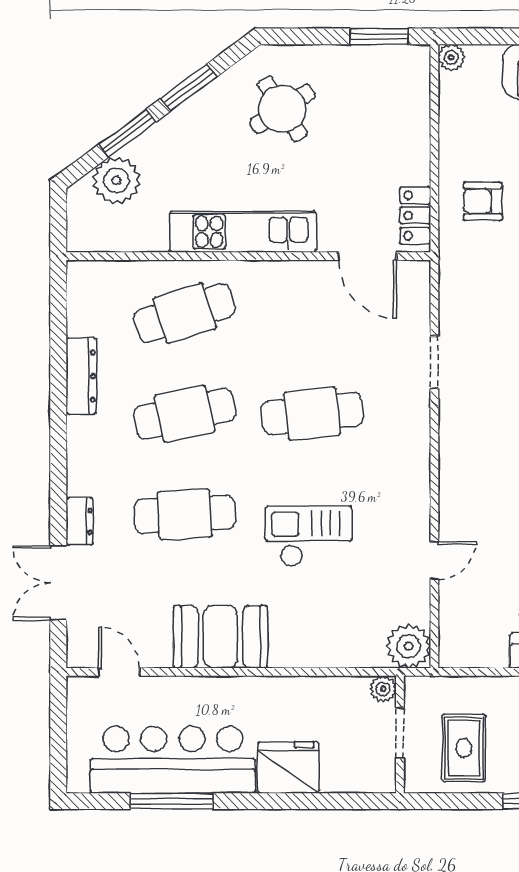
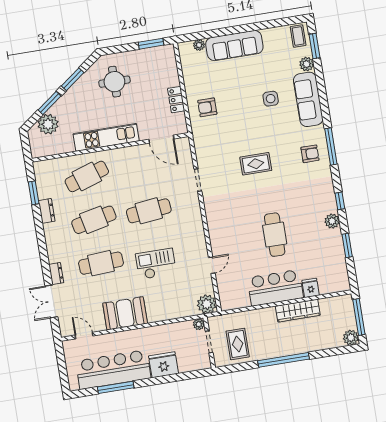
plant: (451, 57) -> (199, 45), moved
round table: (282, 109) -> (114, 82), turned 33
locker: (415, 215) -> (176, 100), moved
window: (58, 330) -> (34, 193), added
dresser: (81, 376) -> (47, 211), width x0.70

